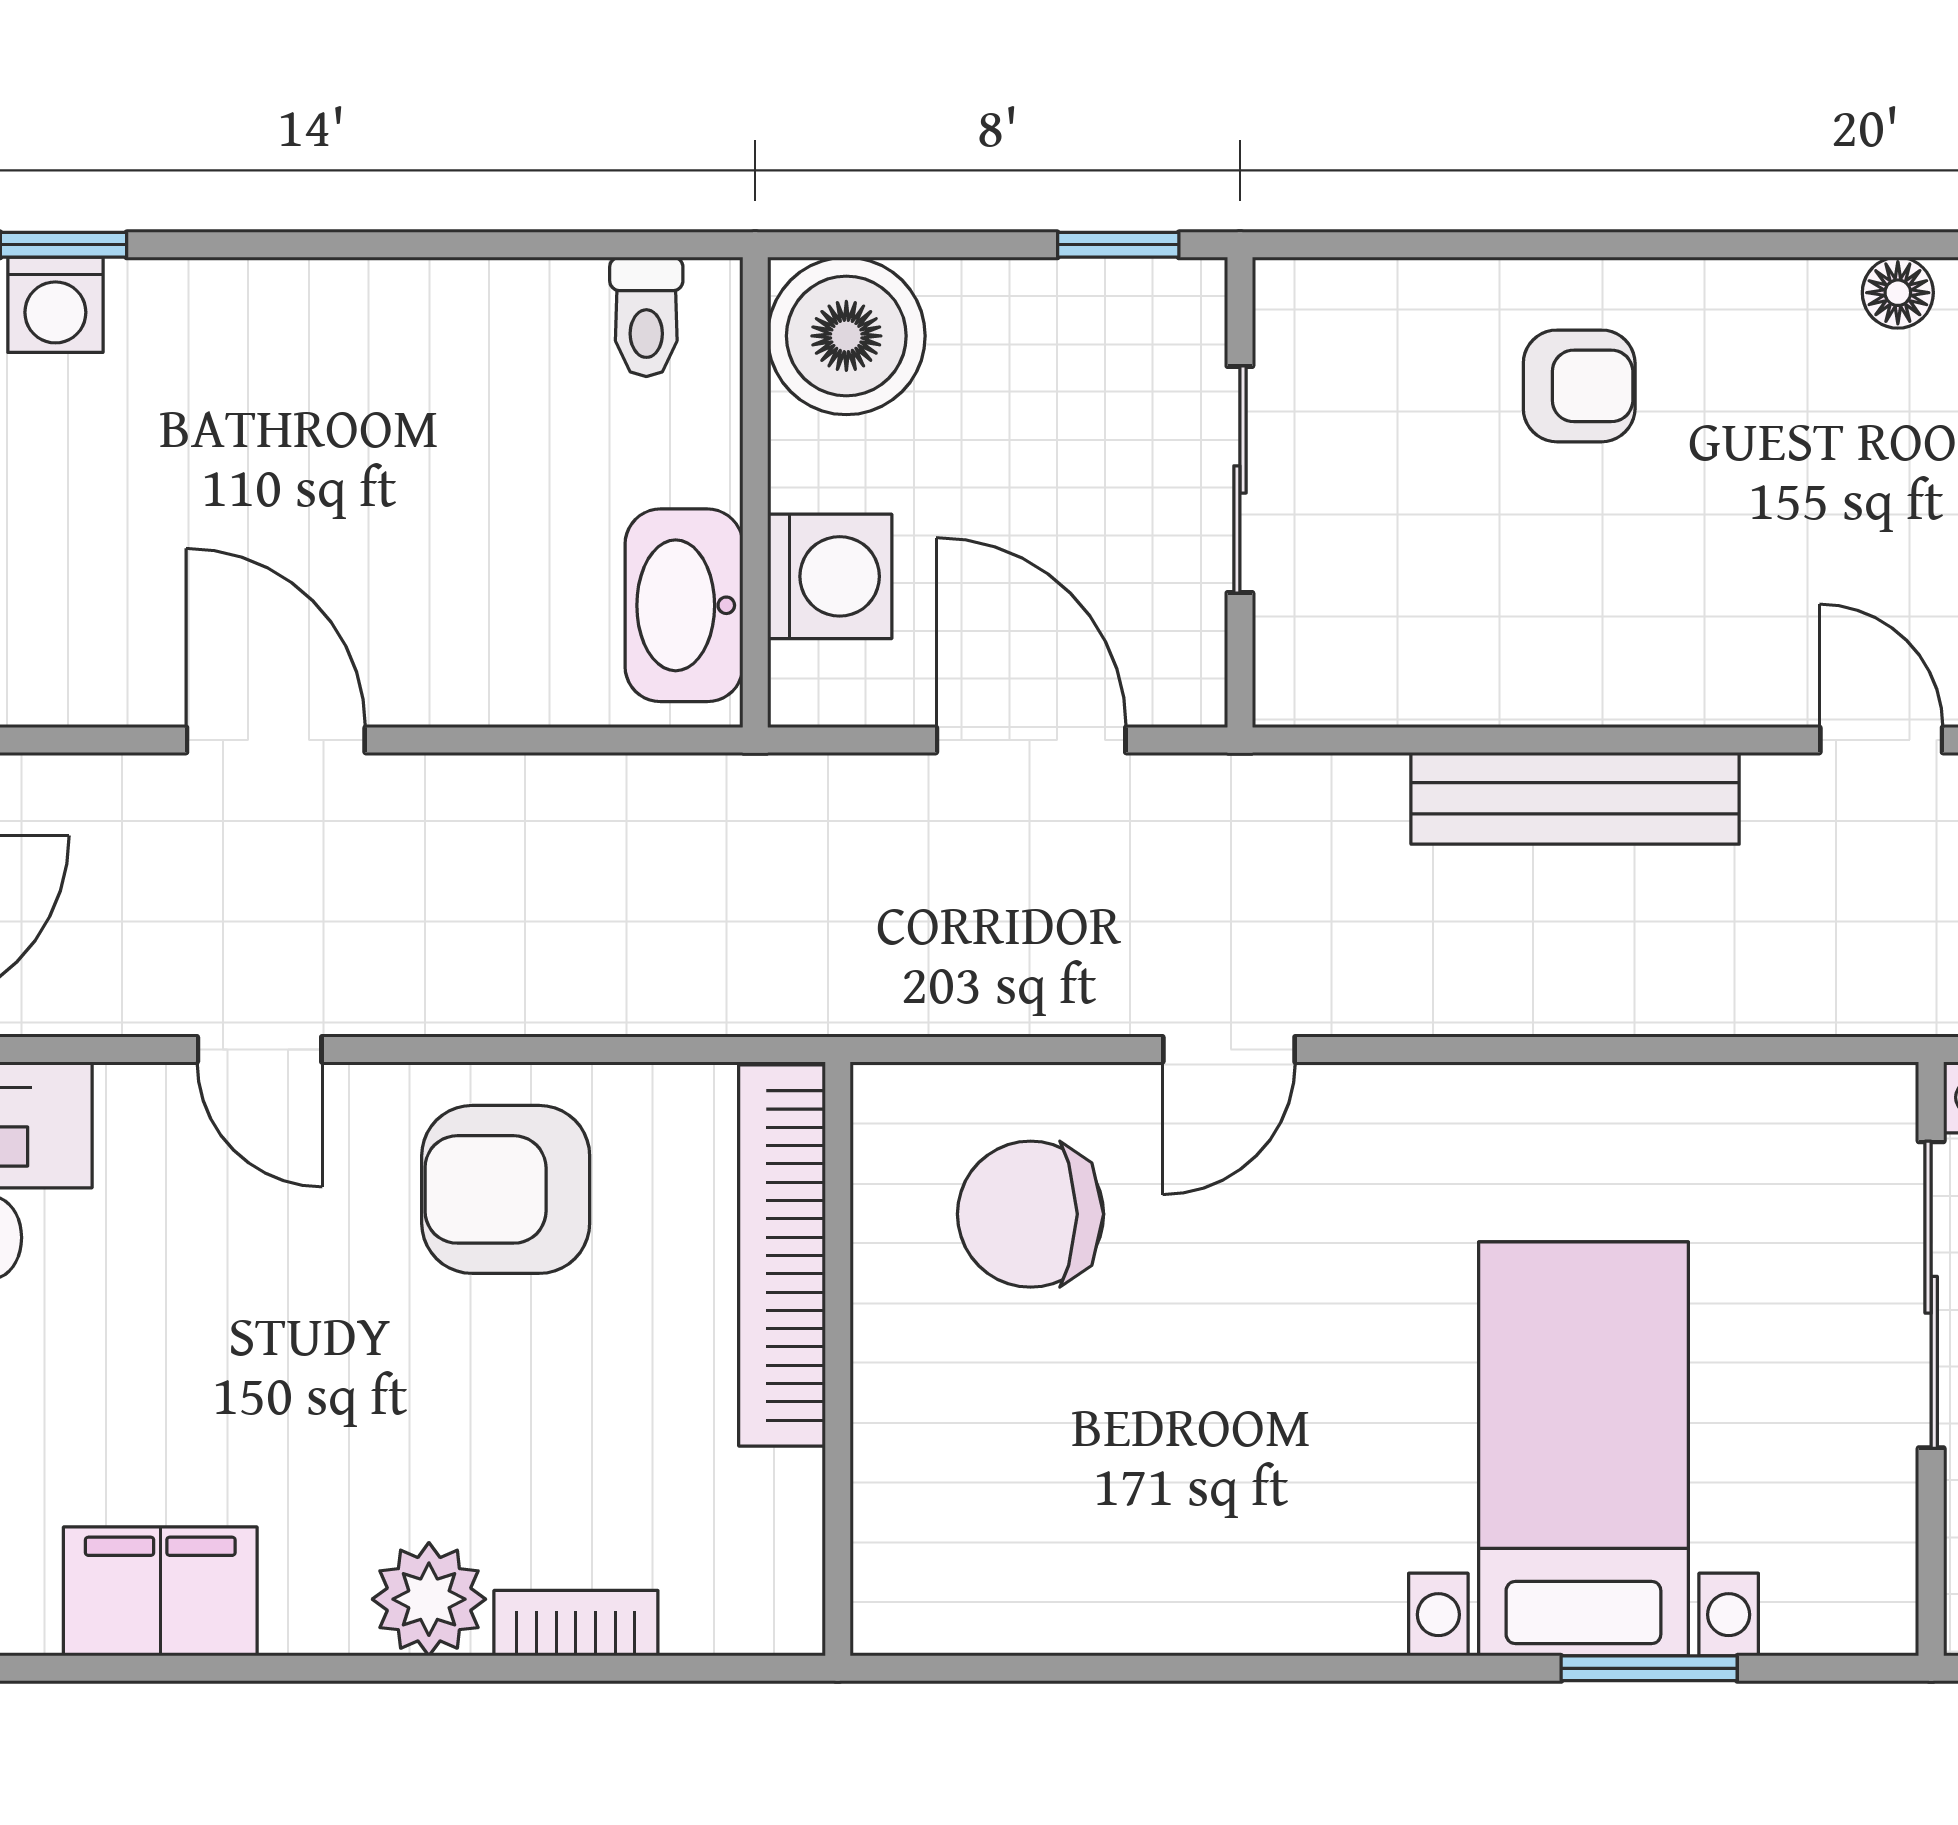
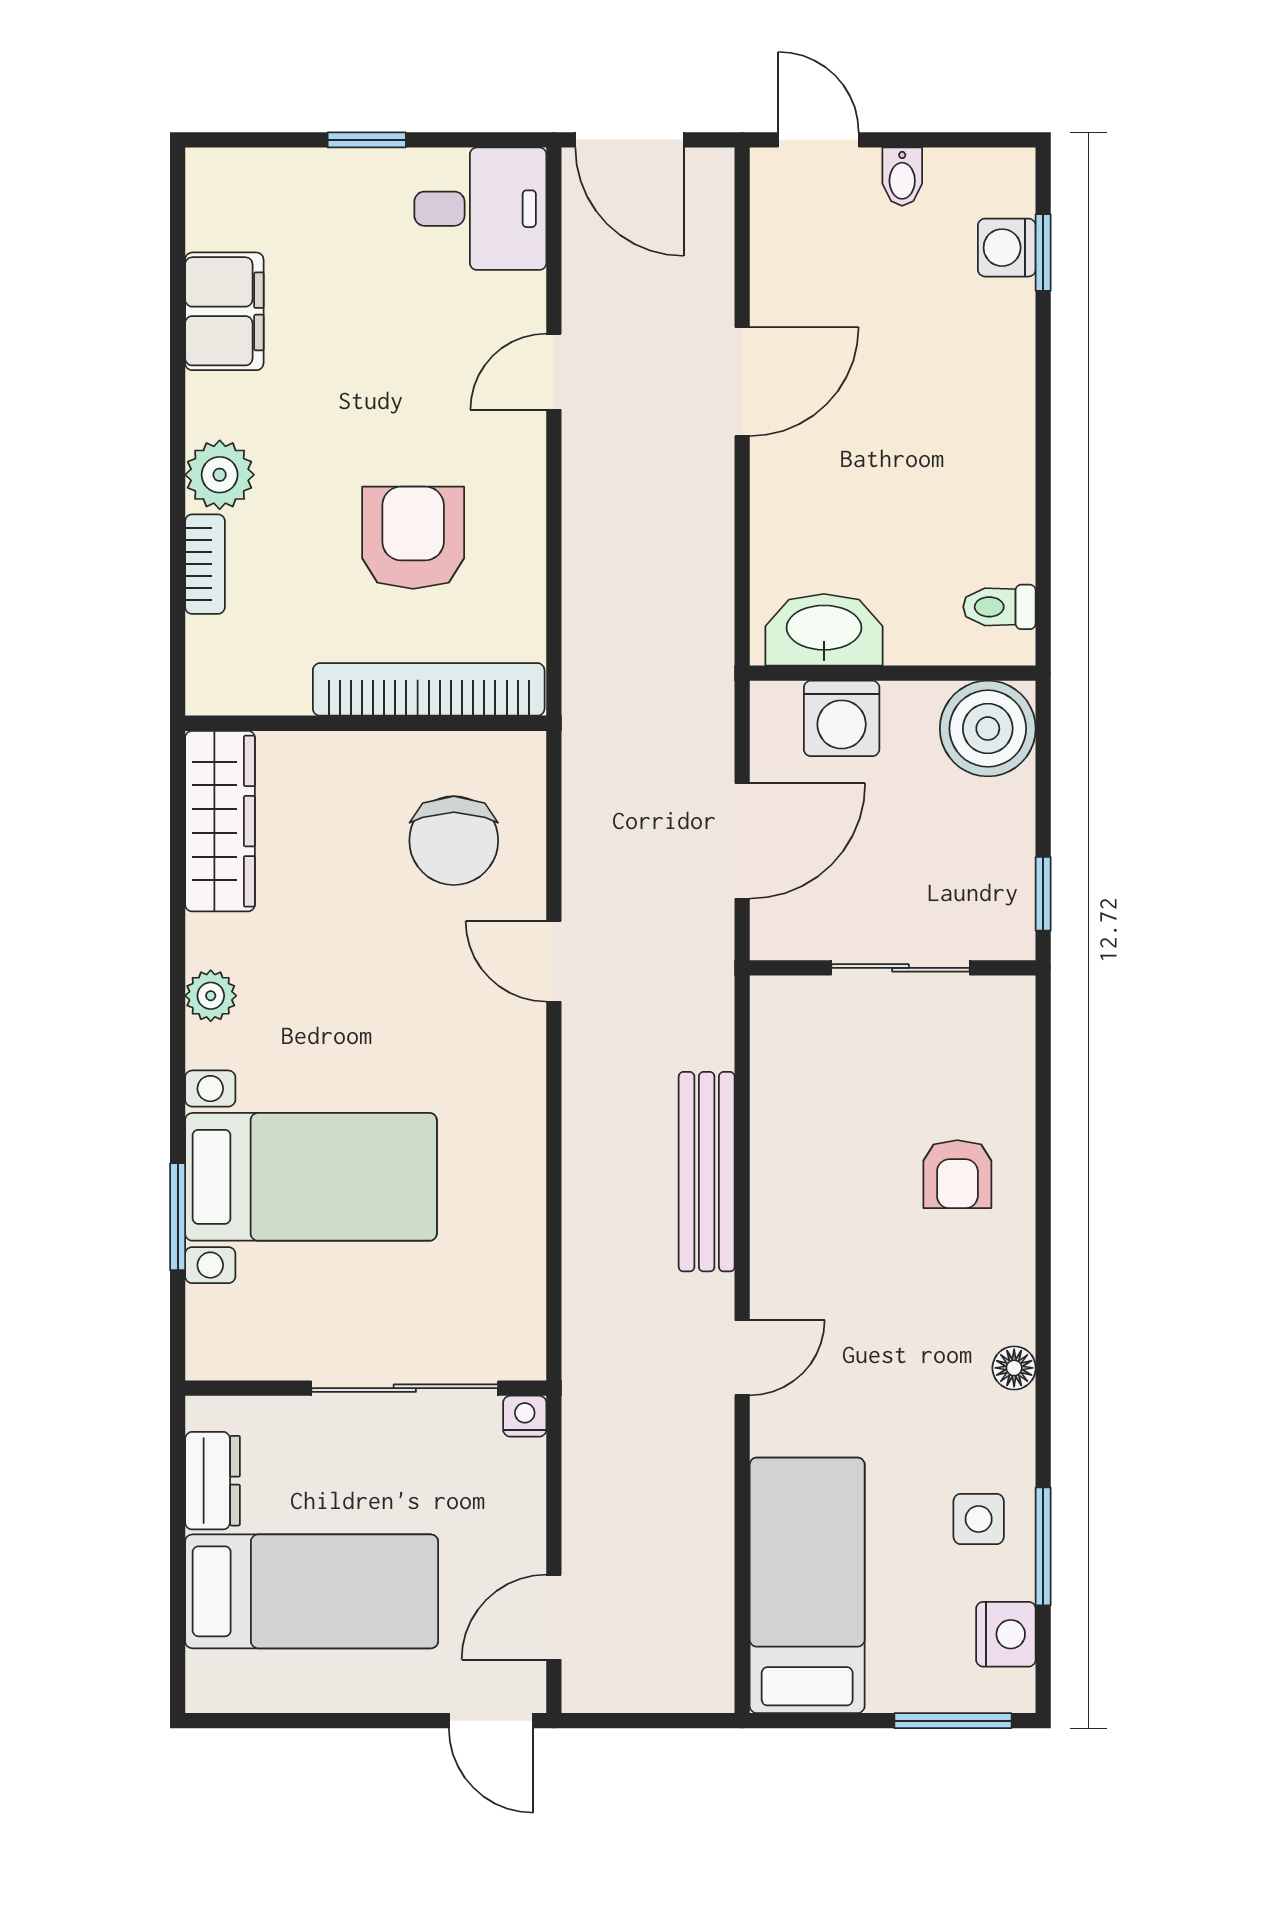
armchair: (506, 1189) -> (413, 538), moved
chair: (1031, 1214) -> (454, 841), turned 180
wardrobe: (999, 1599) -> (220, 821), added
plant: (1286, 1614) -> (211, 996), added

